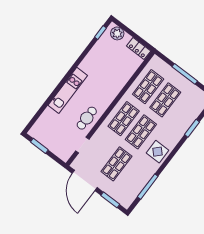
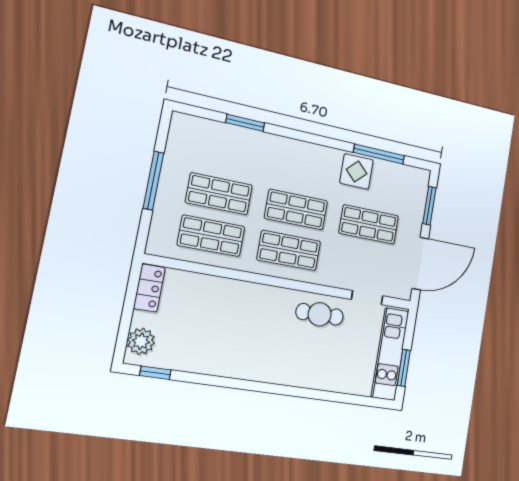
kitchen unit: (68, 90) -> (390, 354), moved, turned -90
display table: (157, 152) -> (356, 171), moved

